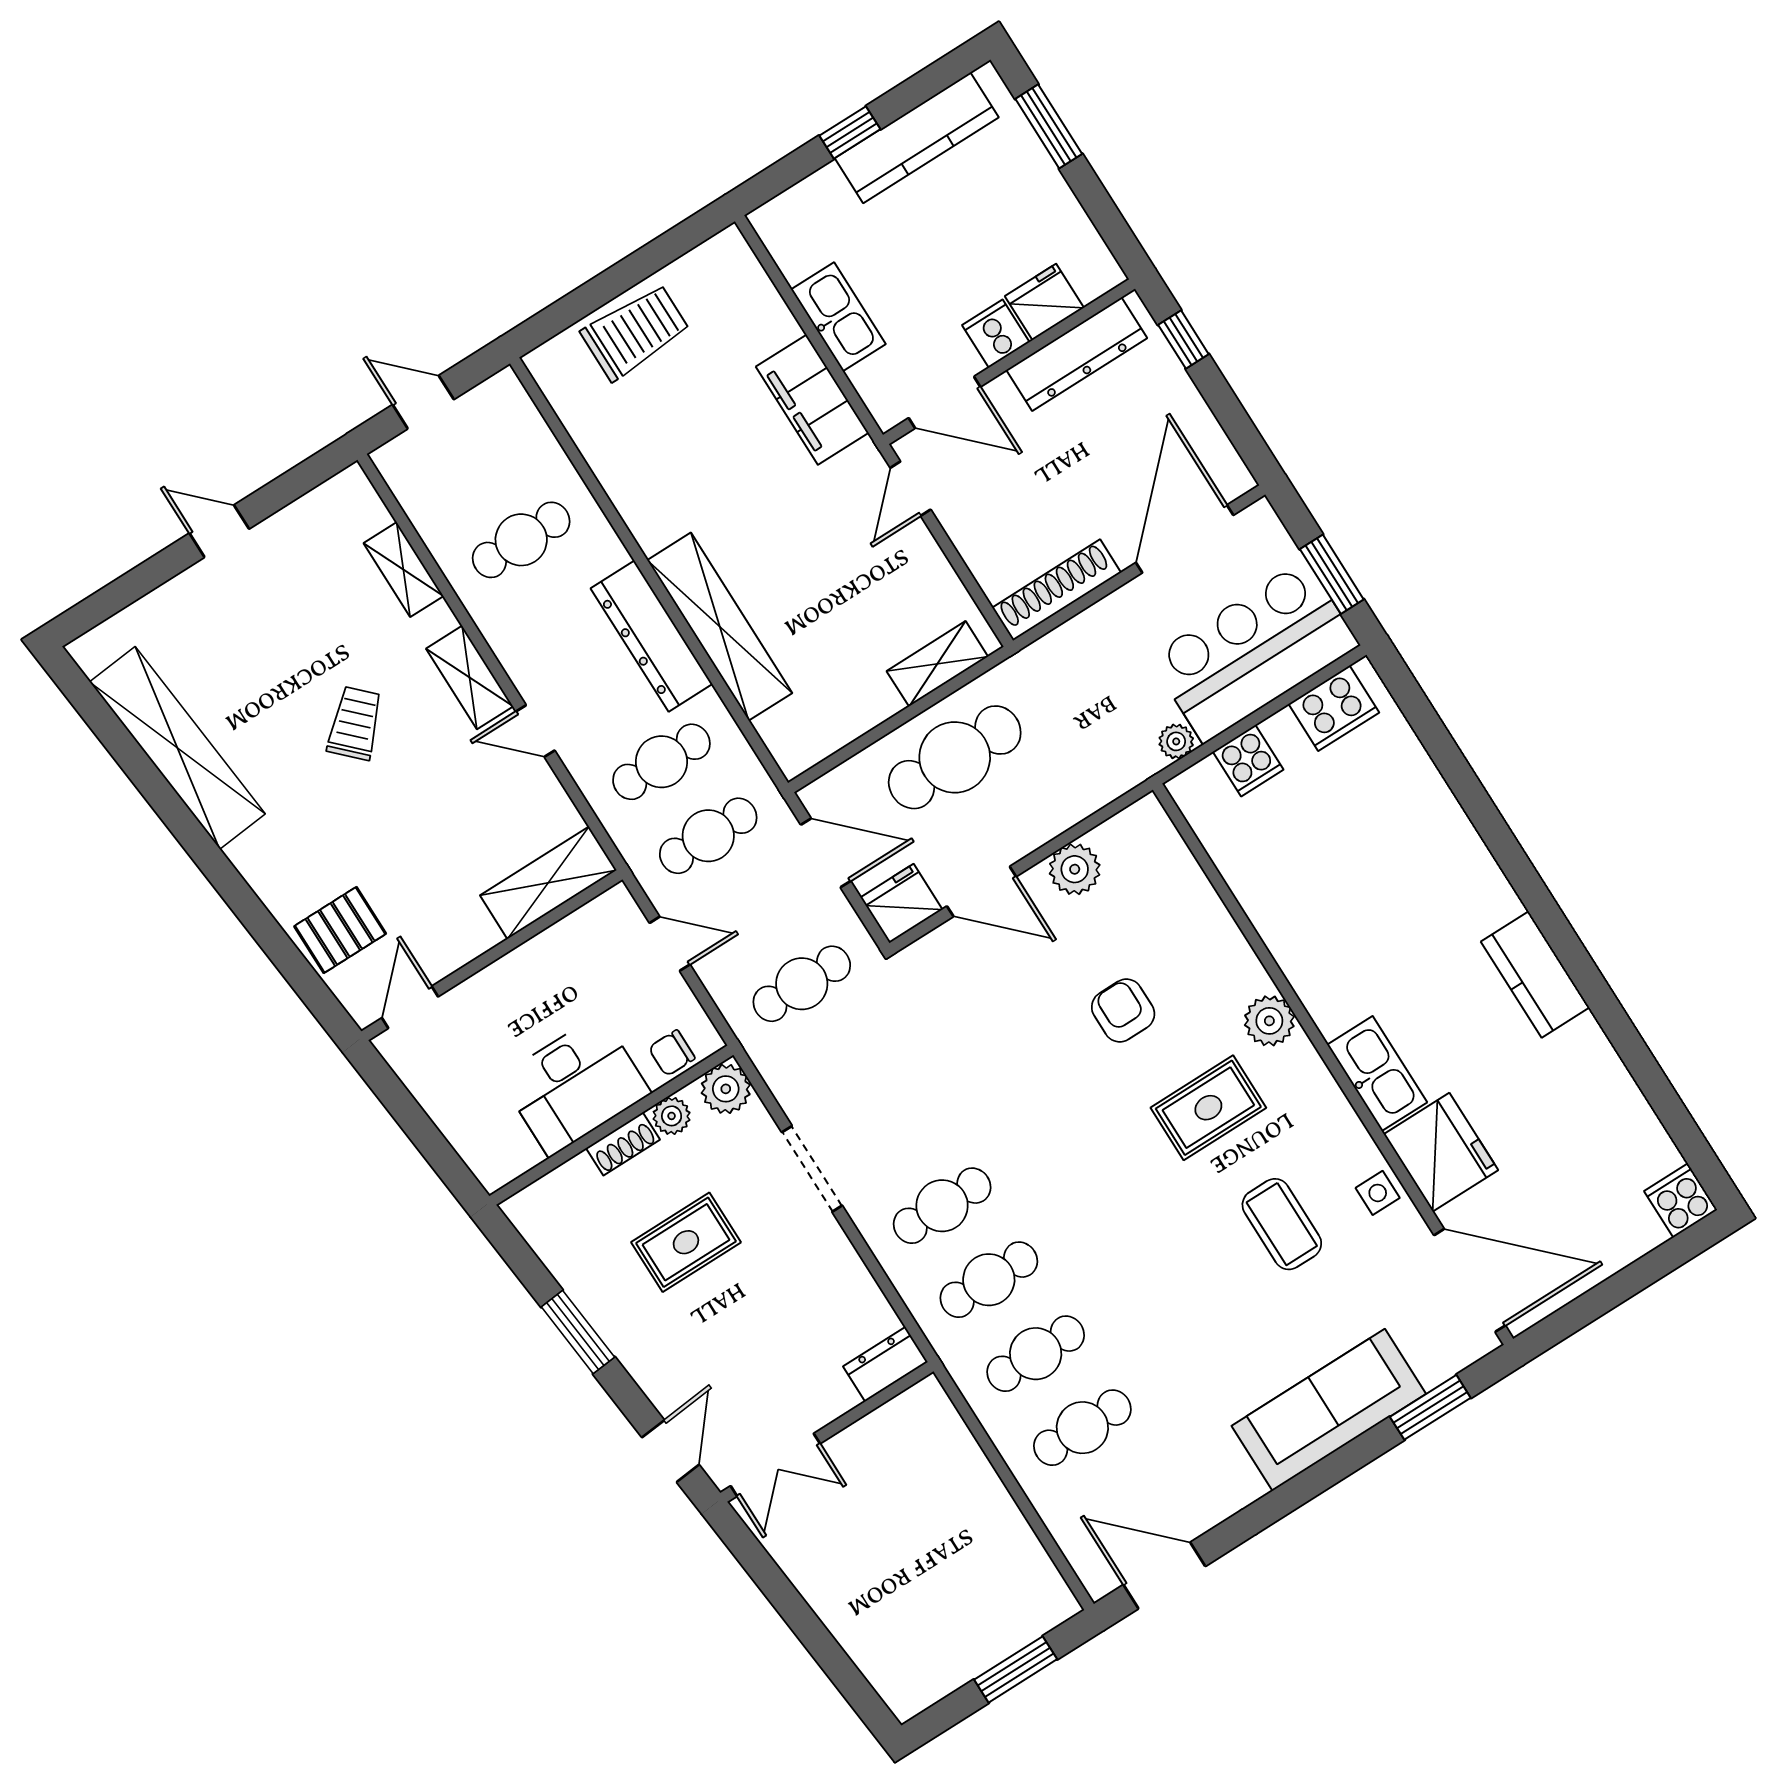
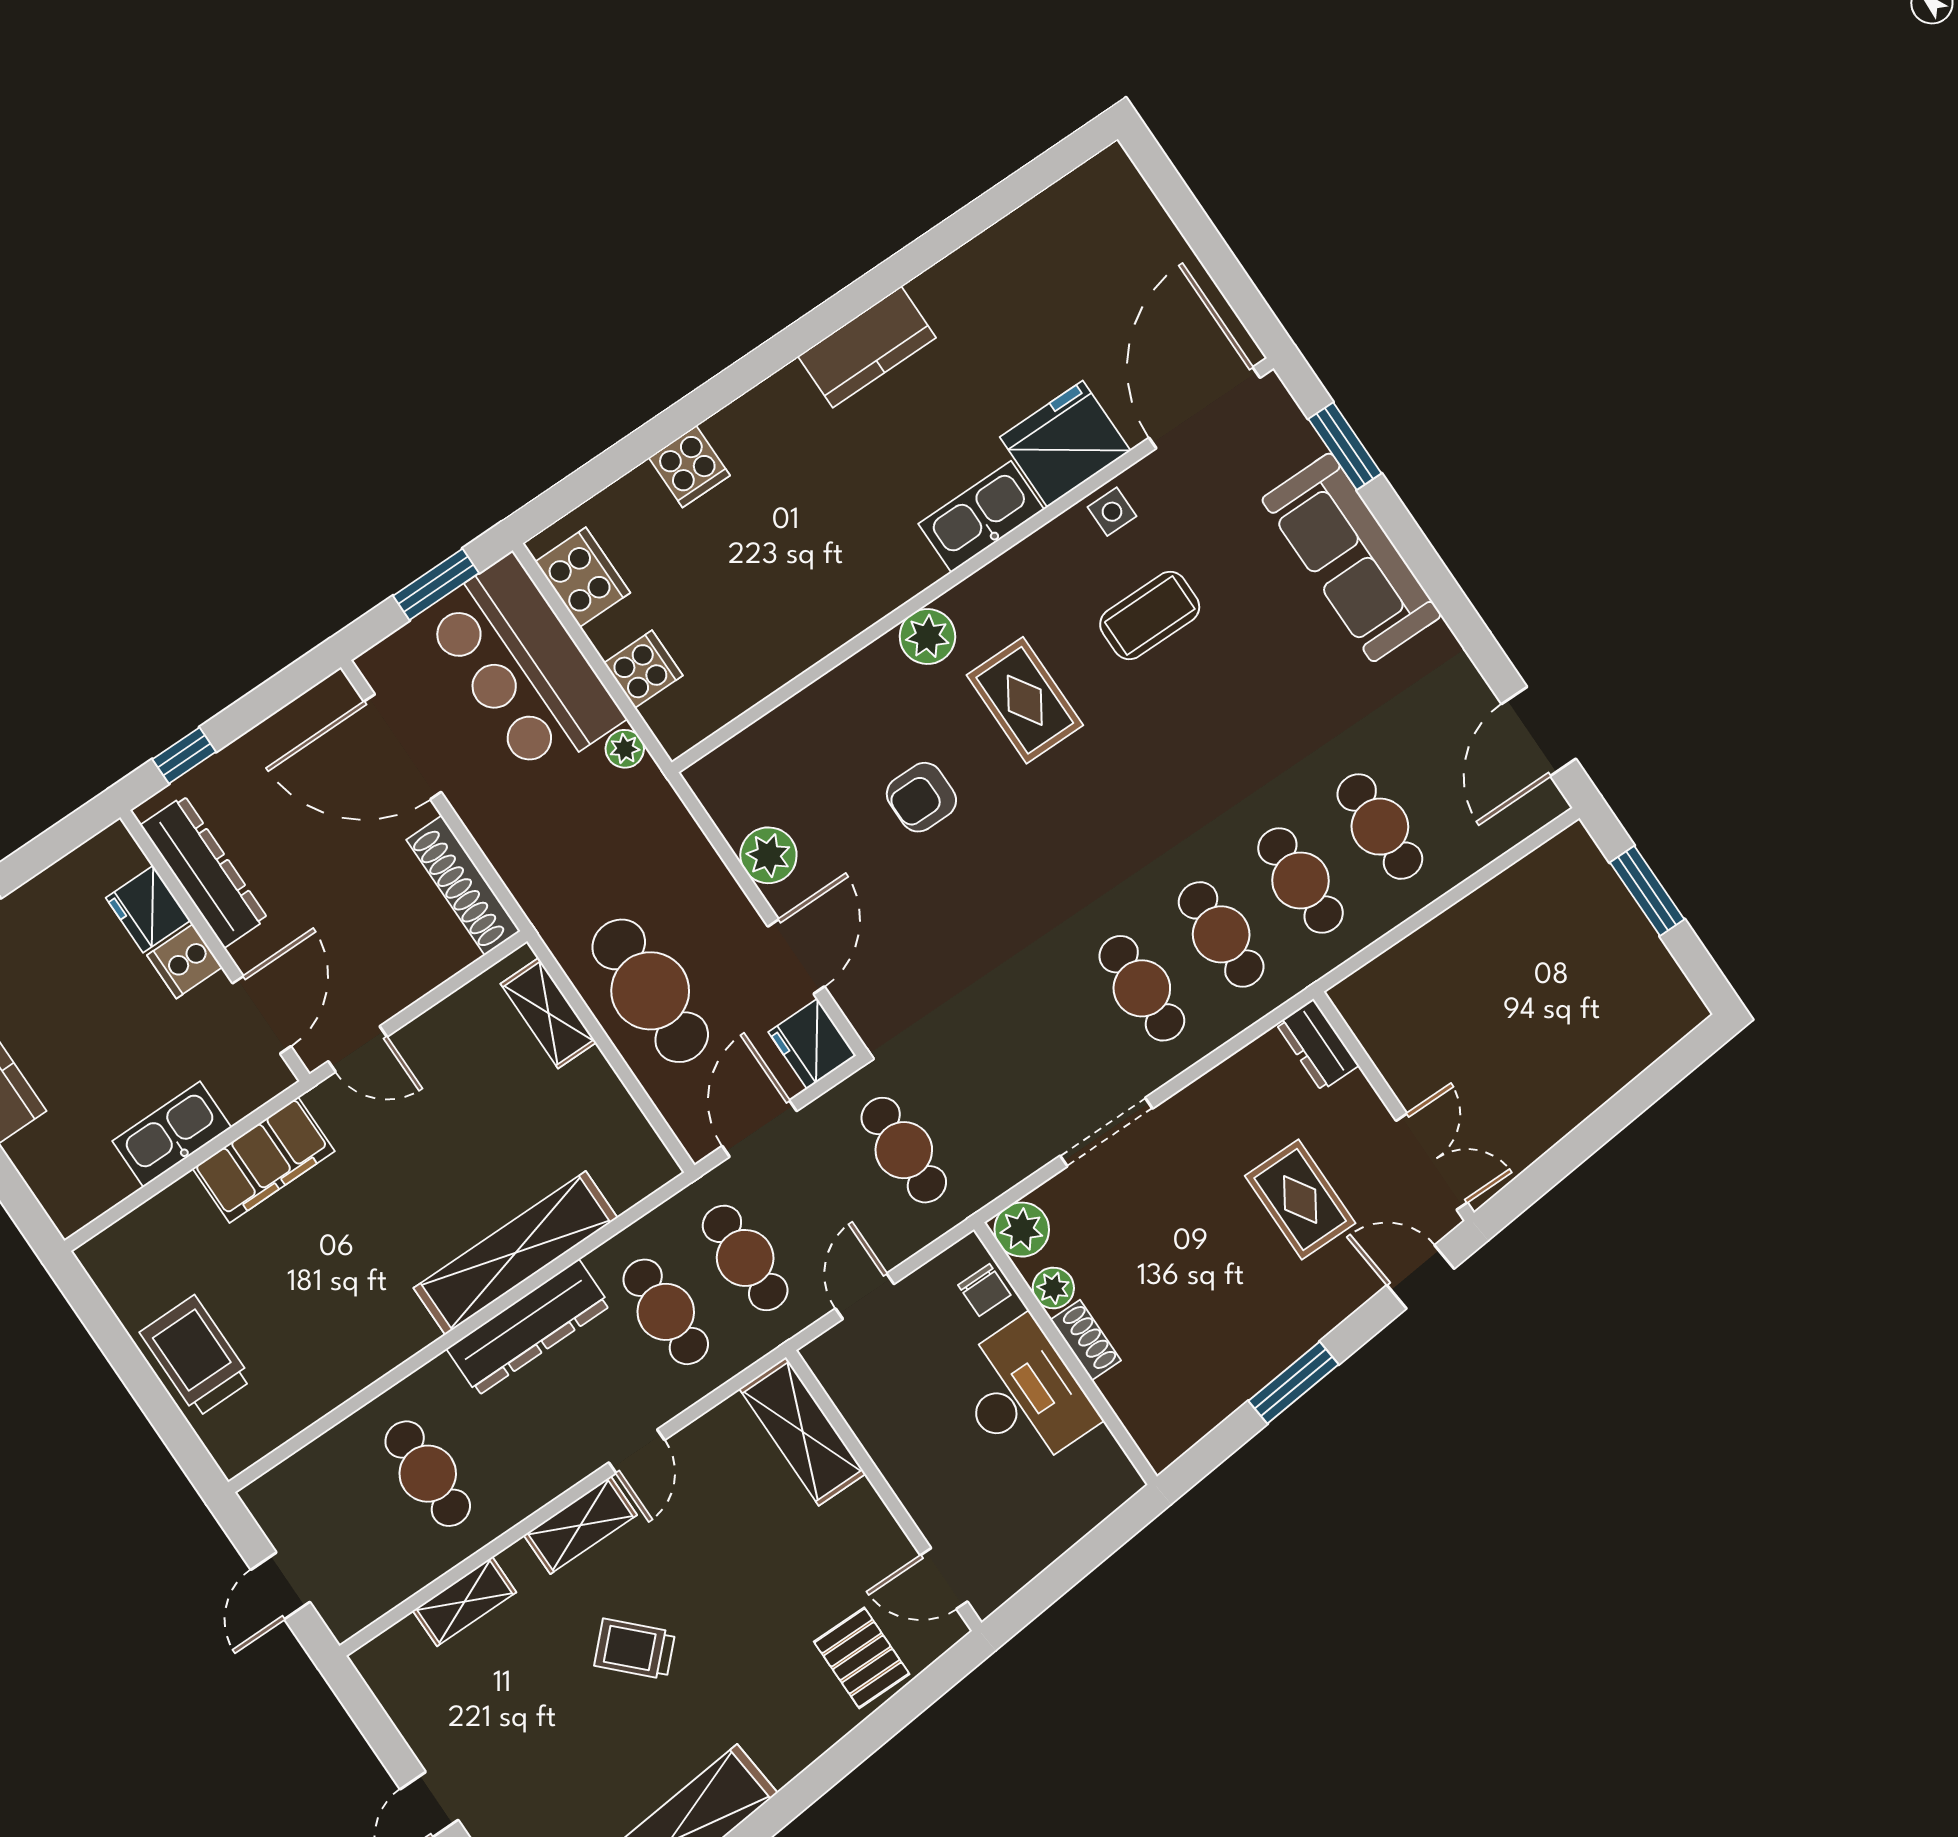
cooker: (1681, 1200) -> (689, 467), moved, turned -90
rug: (686, 1242) -> (1300, 1199), moved

